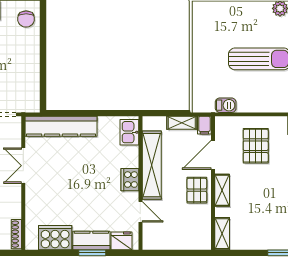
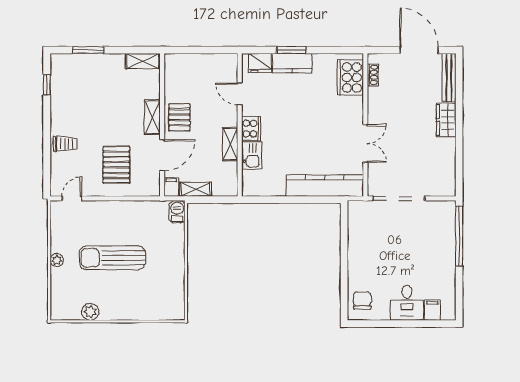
barbecue: (226, 105) -> (177, 212), moved, turned 90
kitchen sink: (129, 132) -> (252, 156), moved
shelving: (152, 165) -> (230, 144), width x0.45, depth x0.75
shoe rack: (16, 234) -> (373, 75), width x0.70
shelving: (222, 234) -> (143, 61), moved, turned 90
cooker: (55, 238) -> (350, 77), moved, turned 90

